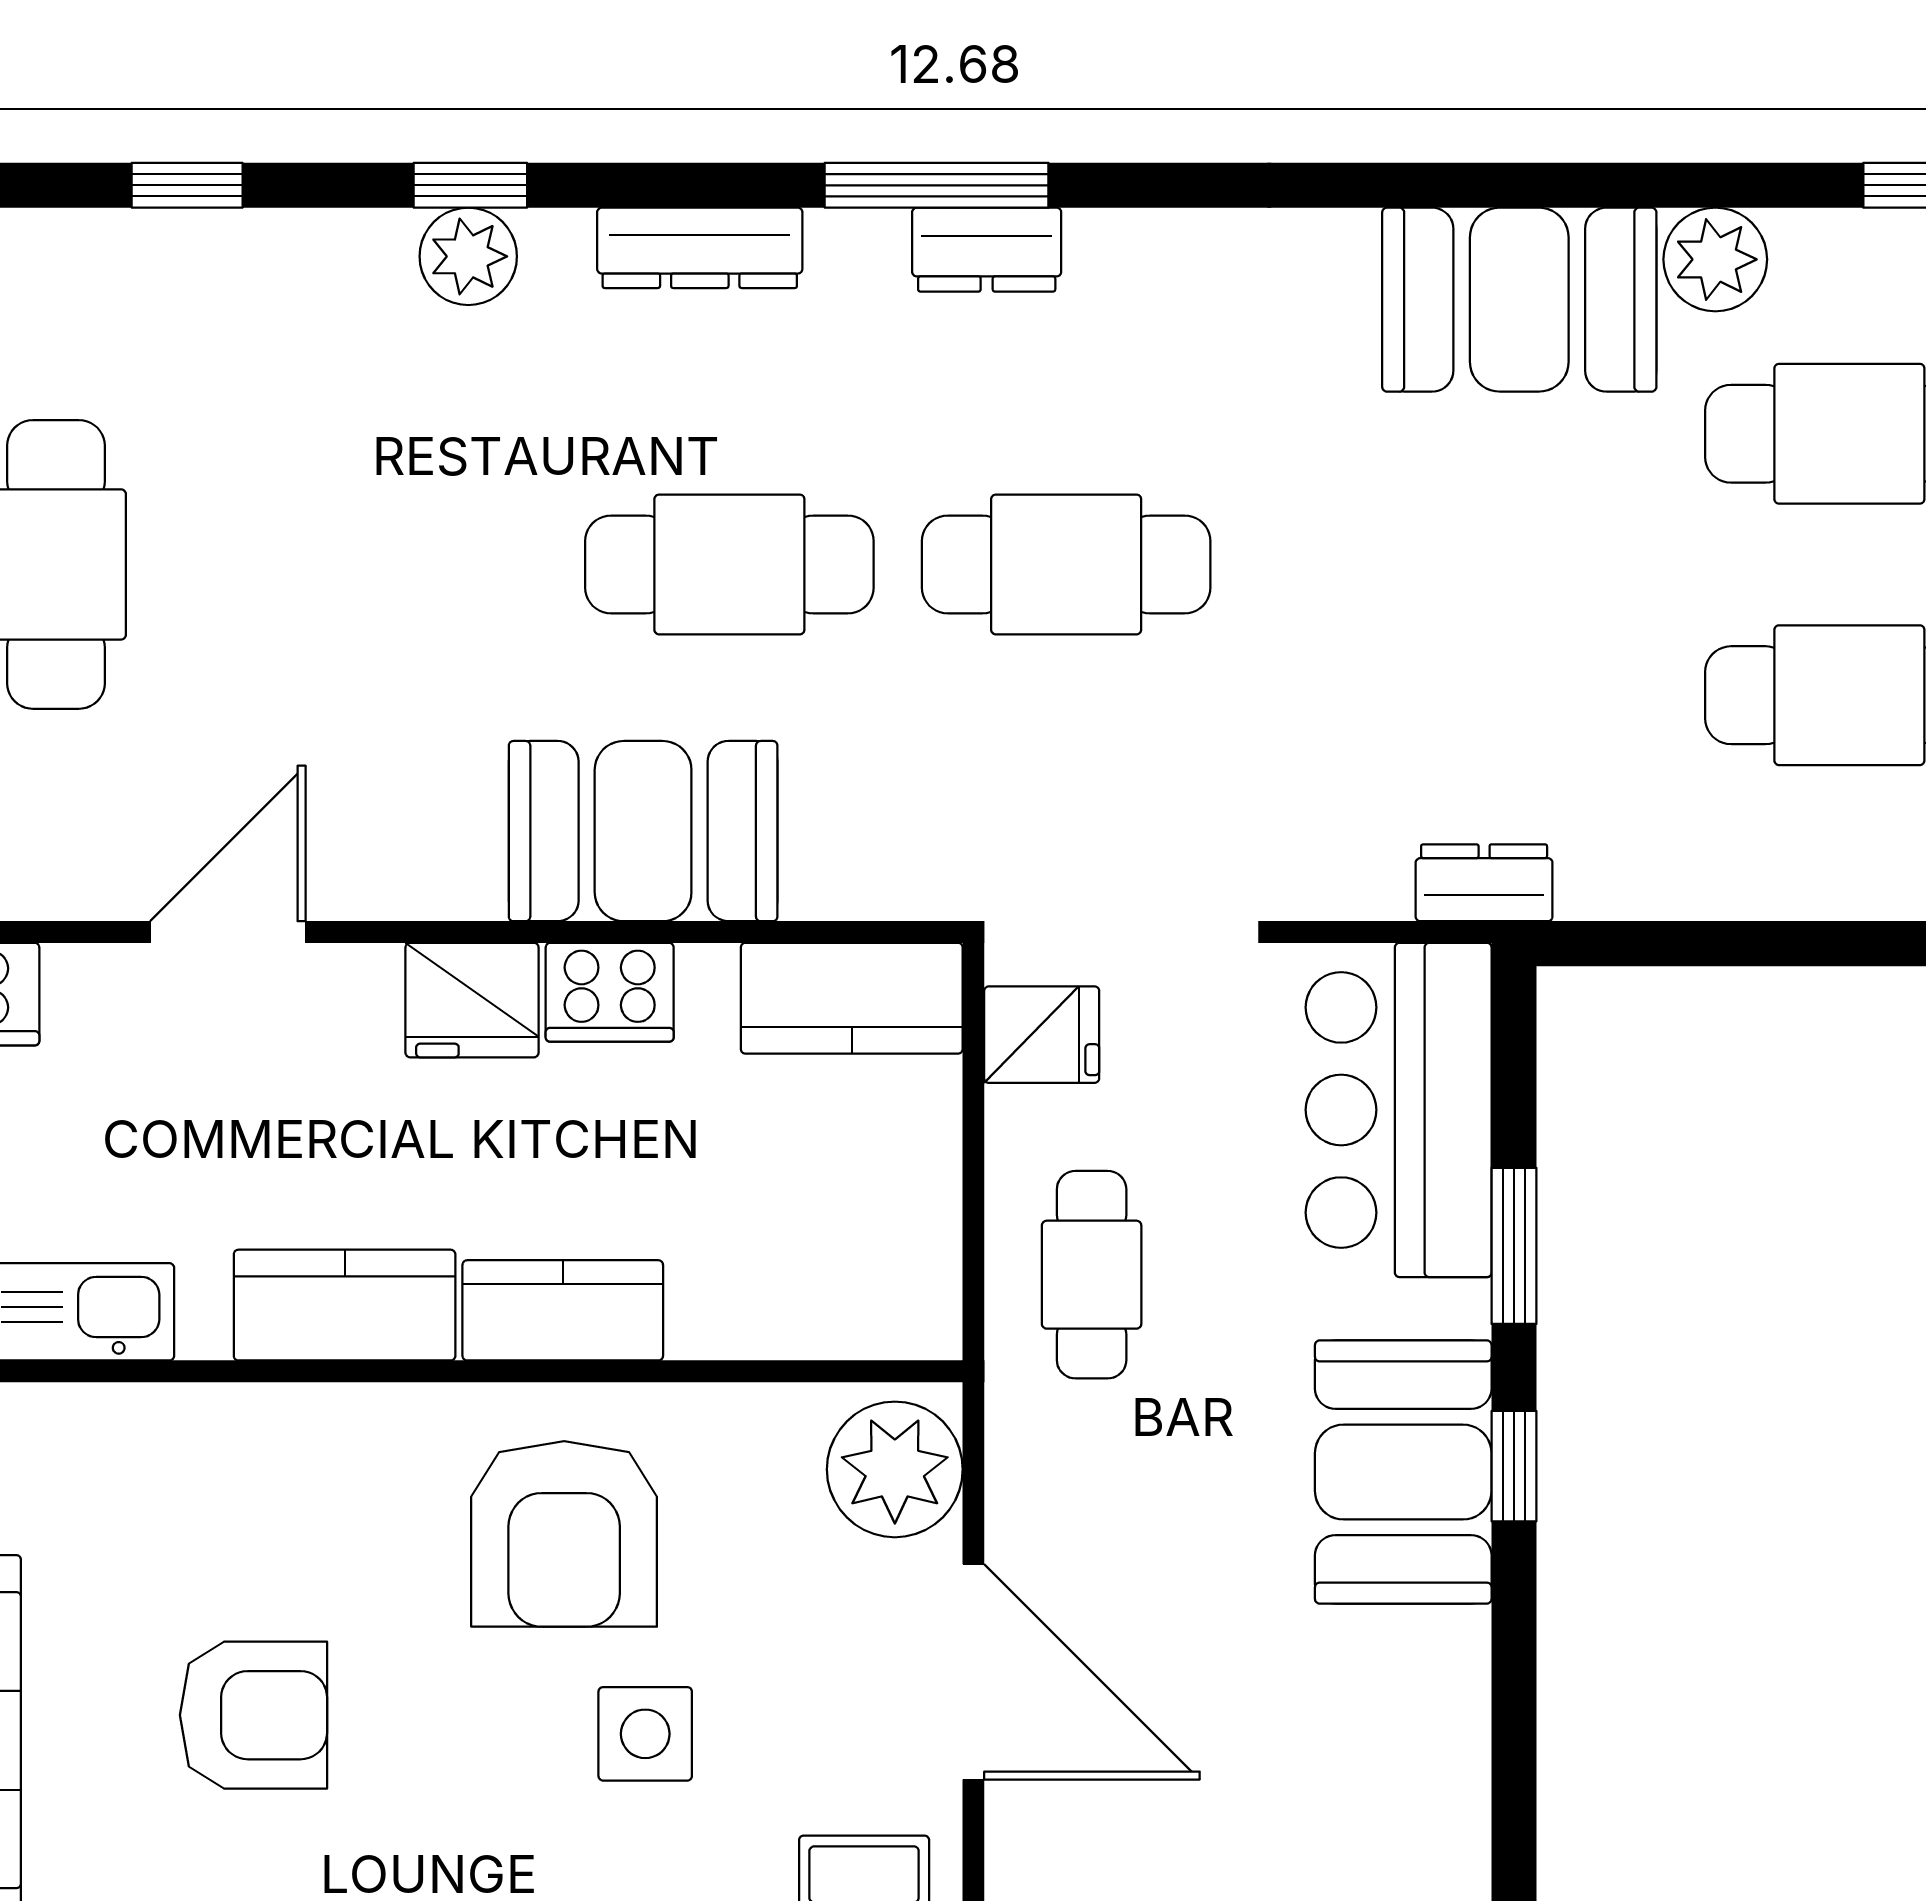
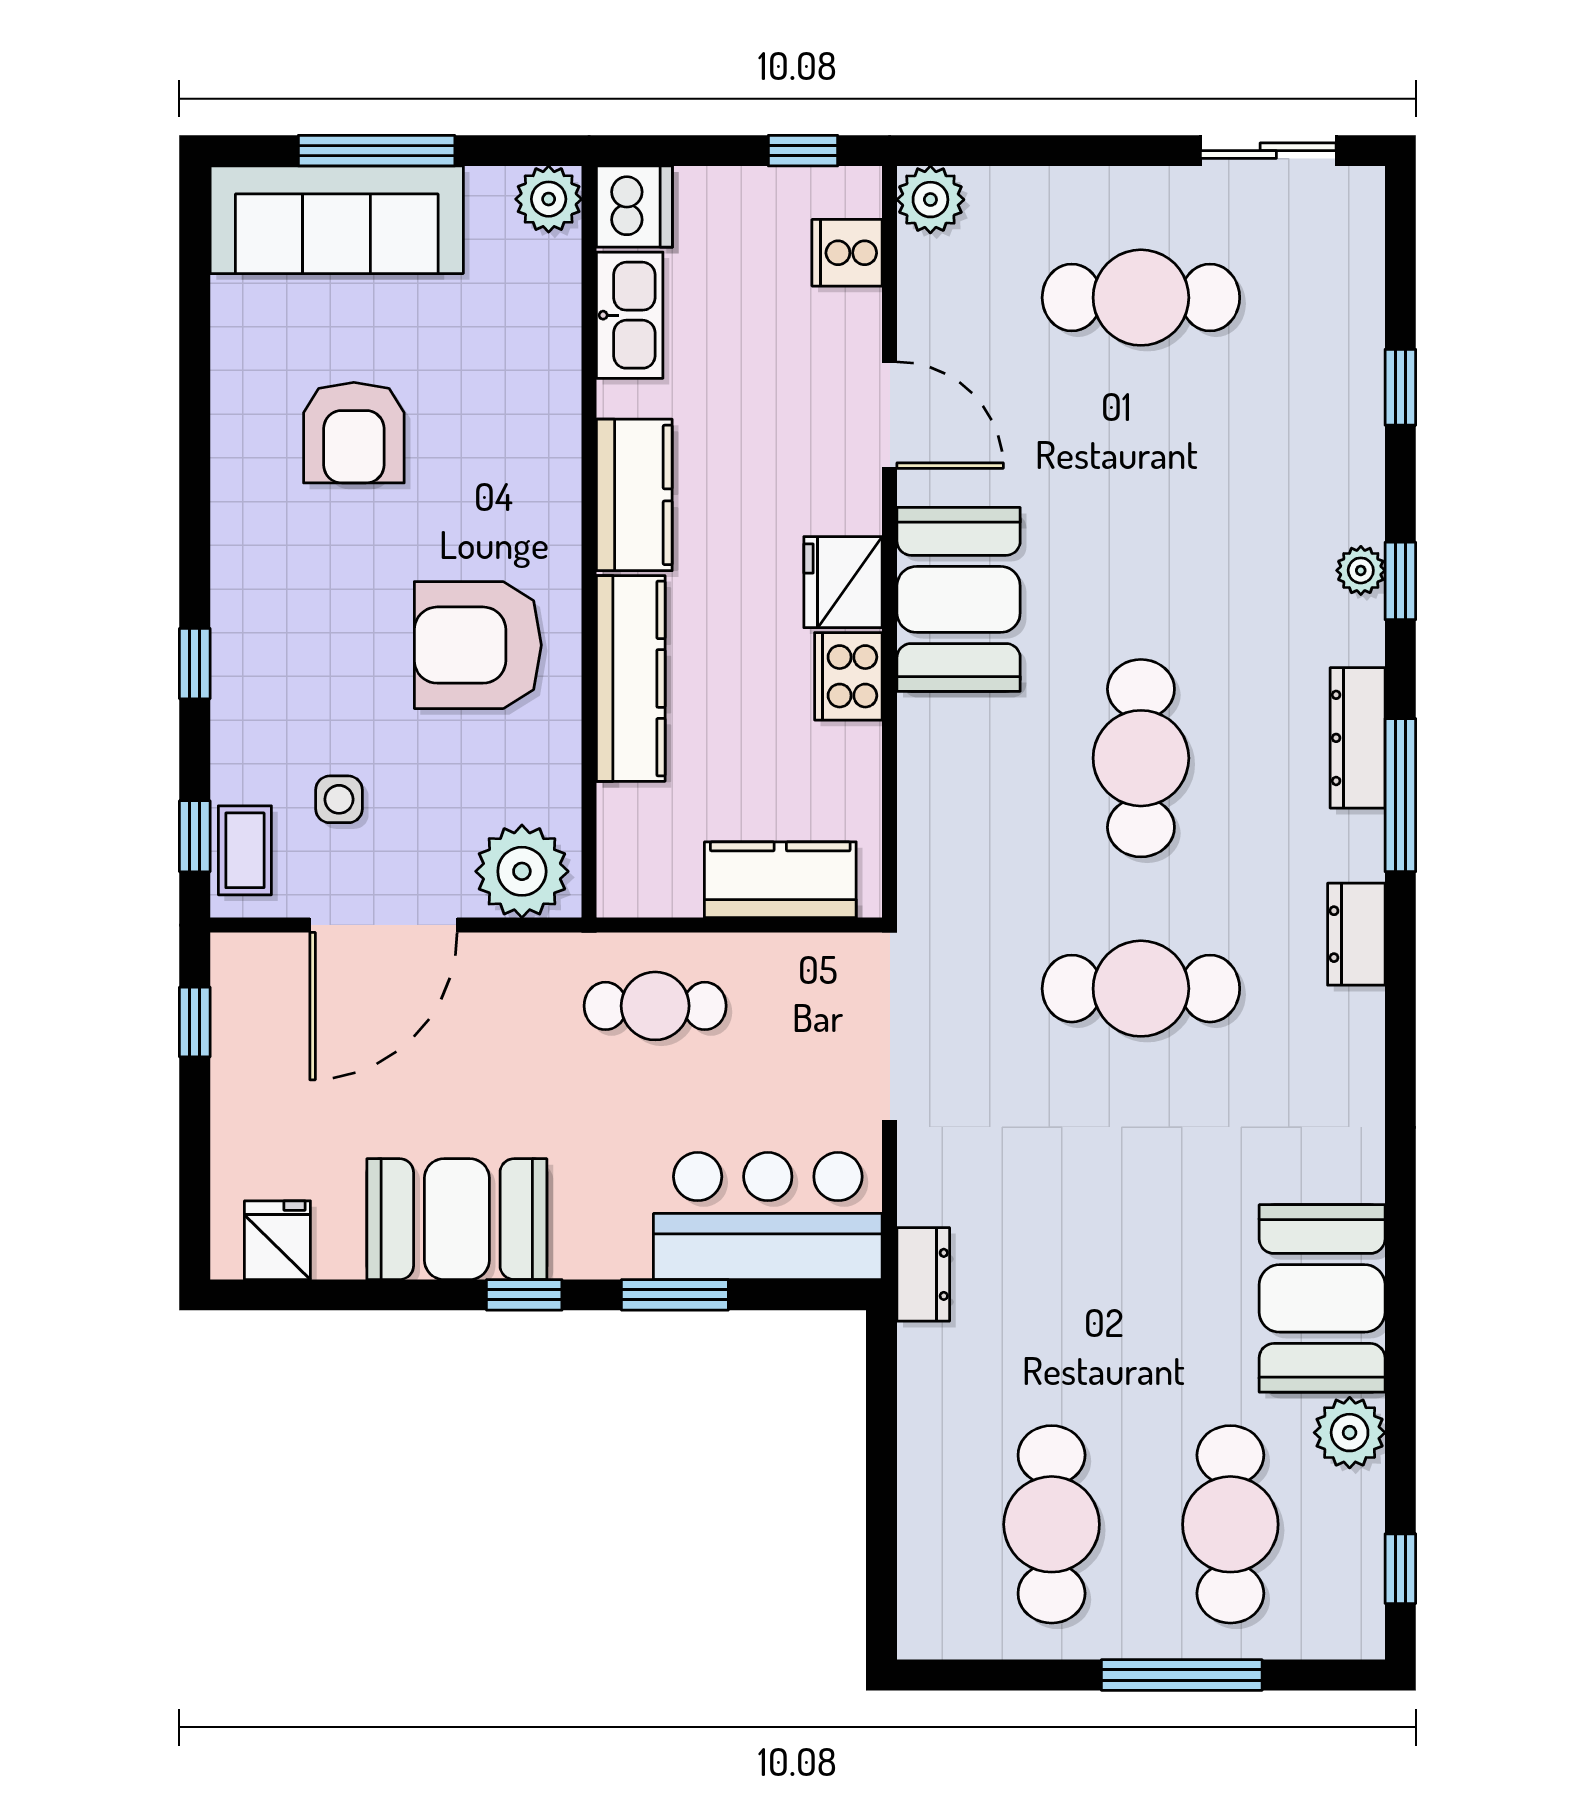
window: (937, 185) -> (1400, 795), moved
plant: (468, 256) -> (1361, 570), width x0.73, depth x0.73
cafe table: (1066, 564) -> (1141, 989), turned 90
booth: (643, 831) -> (959, 599), moved
kitchen counter: (852, 998) -> (780, 880), moved, turned 90
fridge: (1042, 1035) -> (277, 1240), moved, turned 180
kitchen counter: (563, 1310) -> (631, 678), width x1.50
booth: (1403, 1472) -> (457, 1219), moved
side table: (645, 1734) -> (339, 799), moved, width x0.73, depth x0.73

